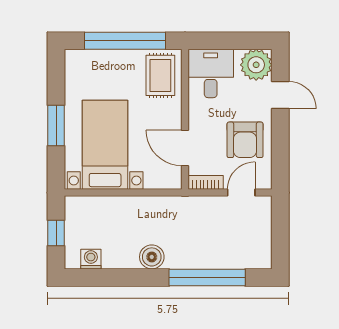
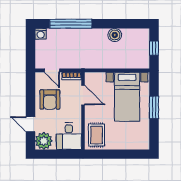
window: (125, 41) -> (116, 154), removed
armchair: (245, 140) -> (50, 99), turned 180
door: (241, 193) -> (52, 70), hinge flipped
boiler: (152, 257) -> (115, 35), moved
washing machine: (91, 259) -> (41, 34), moved

